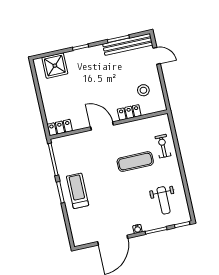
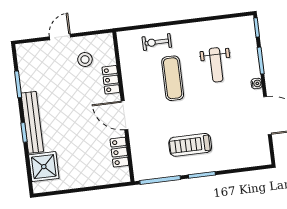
bench: (128, 44) -> (32, 122), moved
door: (157, 56) -> (60, 37), moved
door: (102, 126) -> (124, 115), hinge flipped
locker: (60, 128) -> (119, 152), moved
treadmill: (78, 191) -> (190, 145), moved
weight bench: (164, 200) -> (216, 65), moved, turned 90

